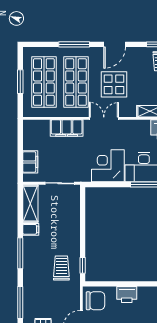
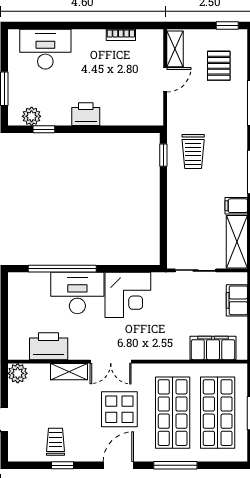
double door: (104, 118) -> (111, 362), moved
filing cabinet: (67, 128) -> (213, 348), moved
printer: (127, 295) -> (86, 114), moved
chair: (95, 301) -> (145, 105), removed

